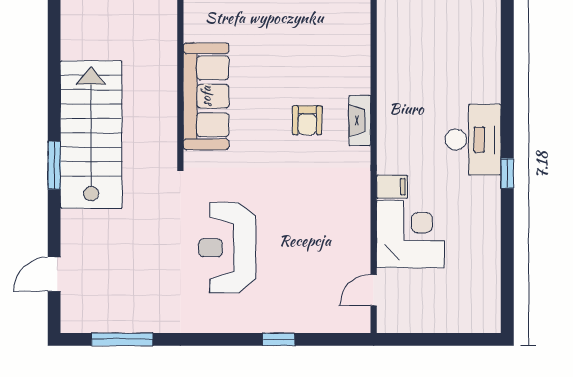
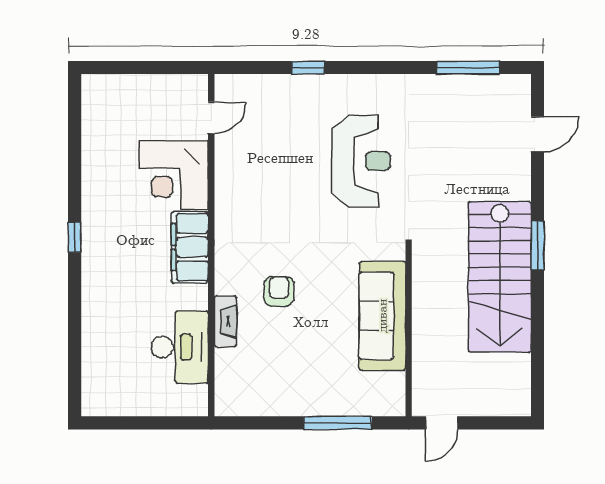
fireplace: (360, 121) -> (225, 321), moved
desk: (473, 140) -> (180, 347), moved, turned 180
filing cabinet: (392, 187) -> (190, 247), width x3.00, depth x1.17

